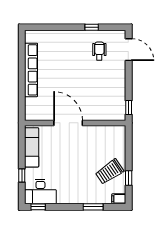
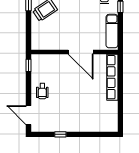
wheelchair: (99, 51) -> (42, 91), moved
row of seats: (31, 70) -> (112, 77), moved

